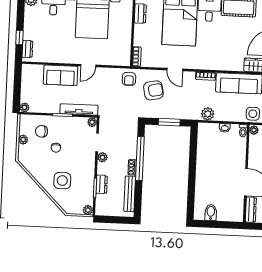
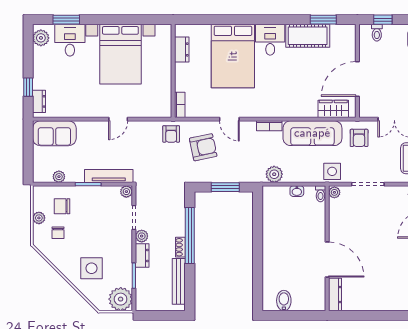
sofa: (60, 75) -> (54, 133), moved
plant: (24, 107) -> (59, 177), moved
chair: (56, 148) -> (58, 233), moved
dresser: (102, 184) -> (142, 255), moved
plant: (88, 210) -> (121, 299), width x1.87, depth x1.87

